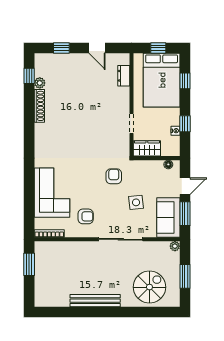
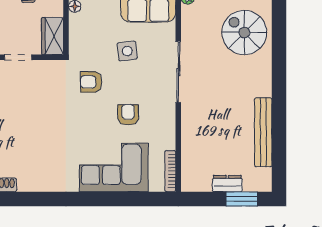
armchair: (86, 216) -> (128, 115), moved
window: (29, 264) -> (242, 199), moved
dresser: (40, 275) -> (227, 184), added
bench: (95, 301) -> (263, 132), moved

